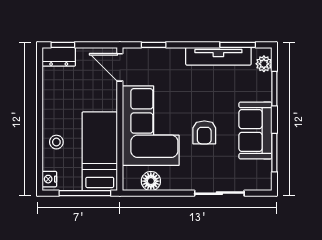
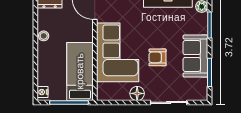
armchair: (204, 132) -> (157, 57), turned 90
stool: (56, 142) -> (44, 36), moved
floor lamp: (151, 181) -> (137, 93), moved

